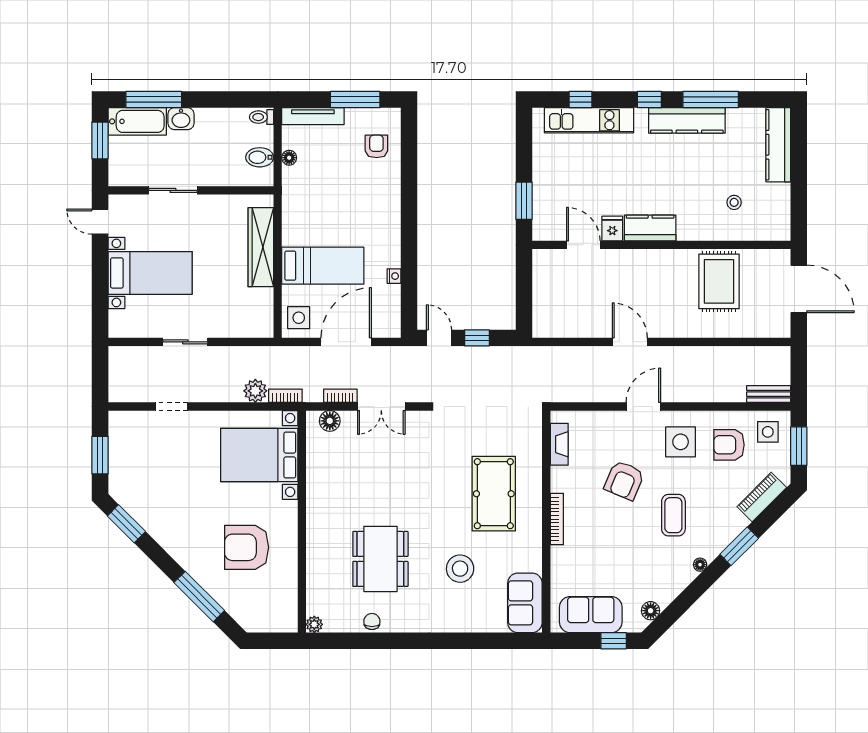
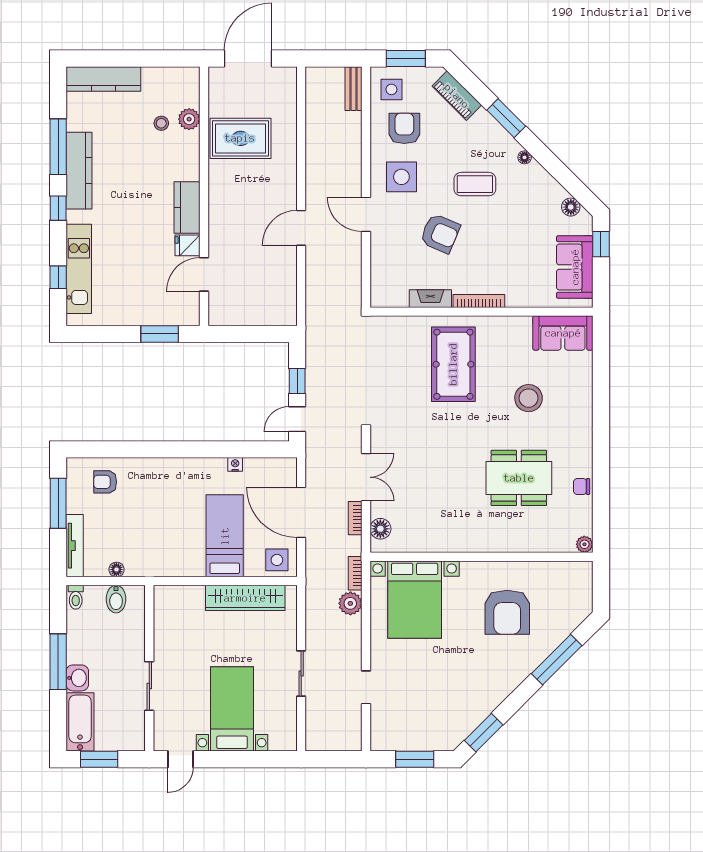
window: (154, 100) -> (58, 662), moved
plant: (738, 230) -> (189, 119), added
wardrobe: (261, 247) -> (245, 598), moved
fireplace: (559, 444) -> (430, 299), moved
armchair: (729, 445) -> (404, 128), turned 180
pool table: (494, 494) -> (453, 364), turned 90

